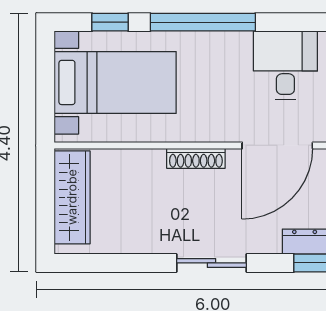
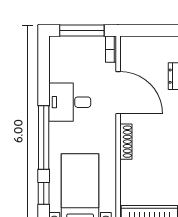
desk: (285, 65) -> (70, 102), moved

